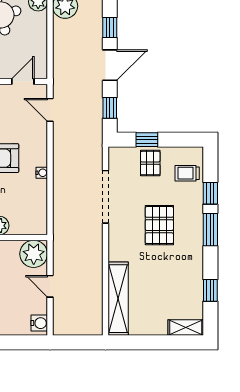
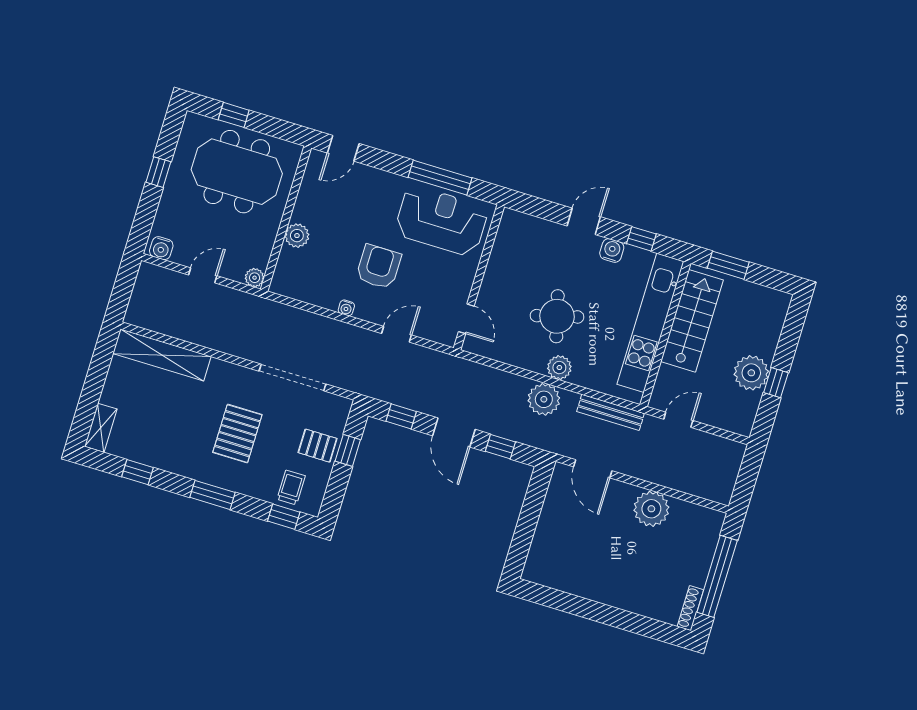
door: (50, 110) -> (397, 334), moved
window: (210, 193) -> (284, 517), moved
pallet: (159, 225) -> (237, 434), turned 90
plant: (34, 254) -> (255, 278), width x0.53, depth x0.53

